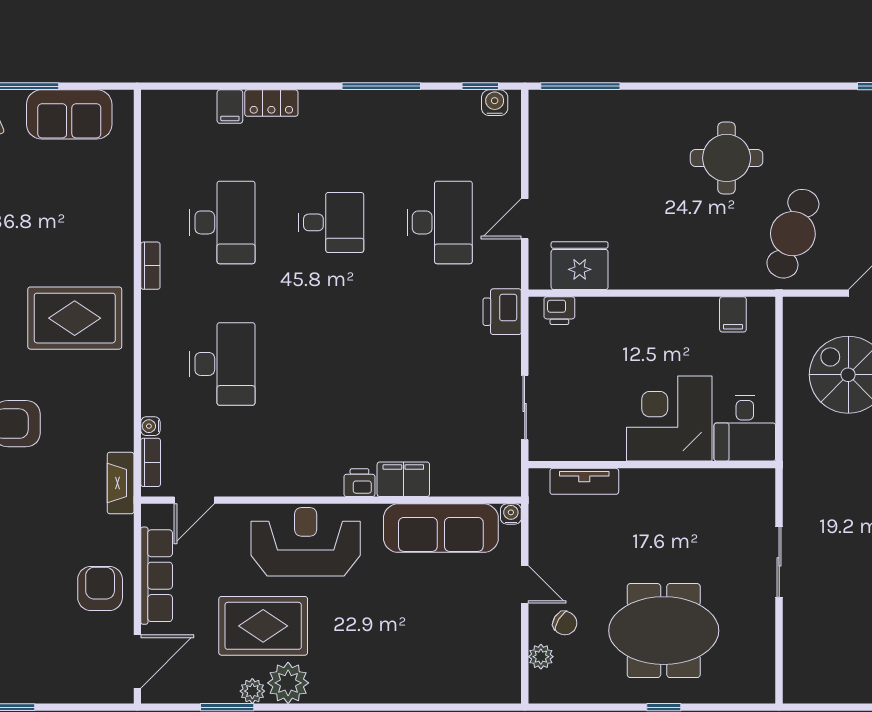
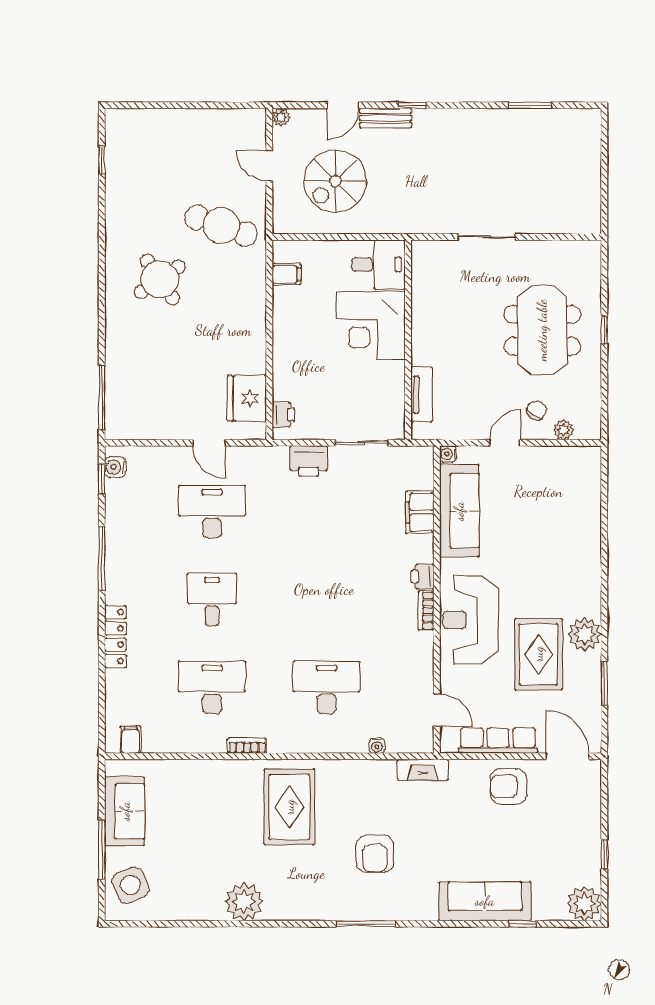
locker: (271, 103) -> (115, 637), width x1.53
filing cabinet: (230, 107) -> (131, 740), moved, turned -90
round table: (727, 158) -> (160, 279), turned -34
printer: (502, 312) -> (309, 461), moved
bookcase: (151, 462) -> (426, 611), moved, turned -90
filing cabinet: (403, 479) -> (420, 512), moved
plant: (252, 691) -> (591, 663), removed

